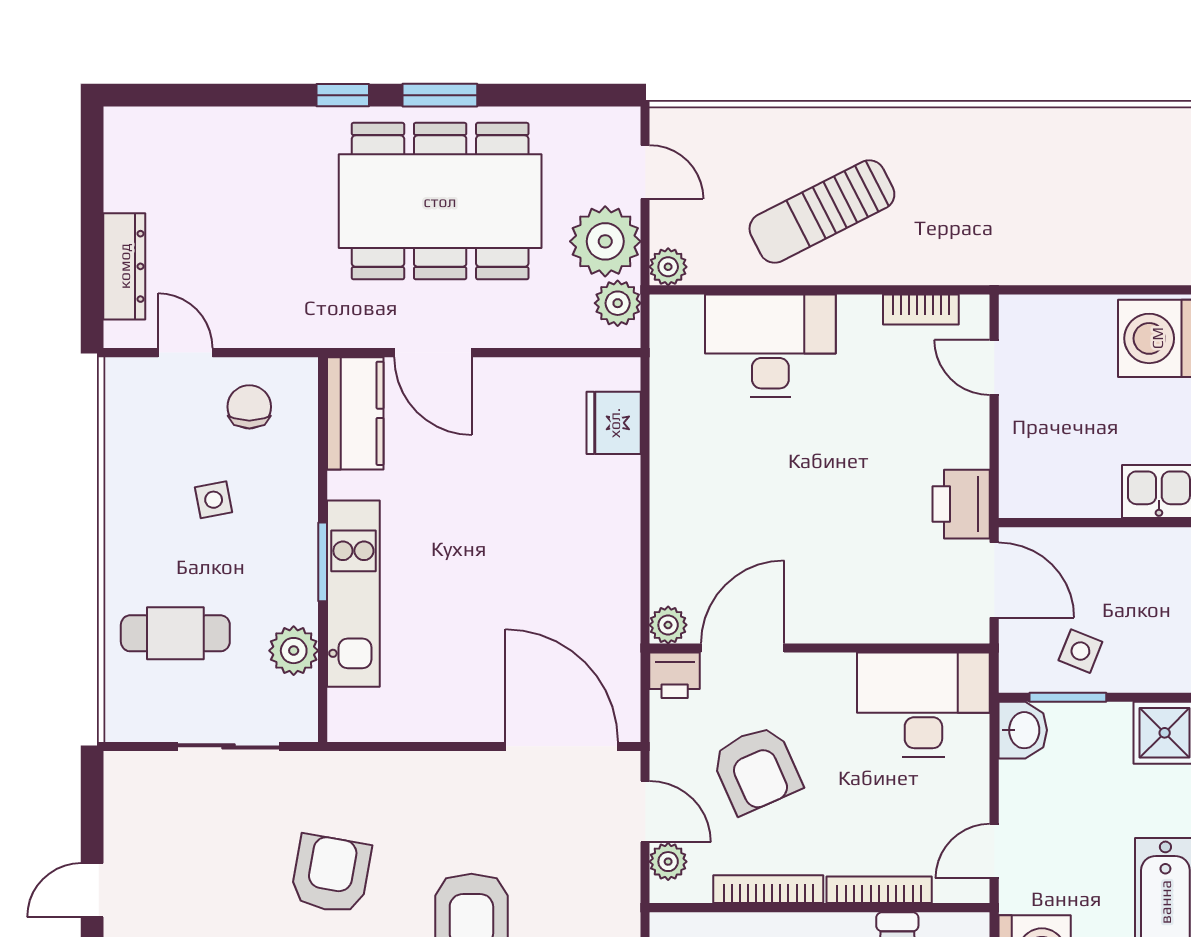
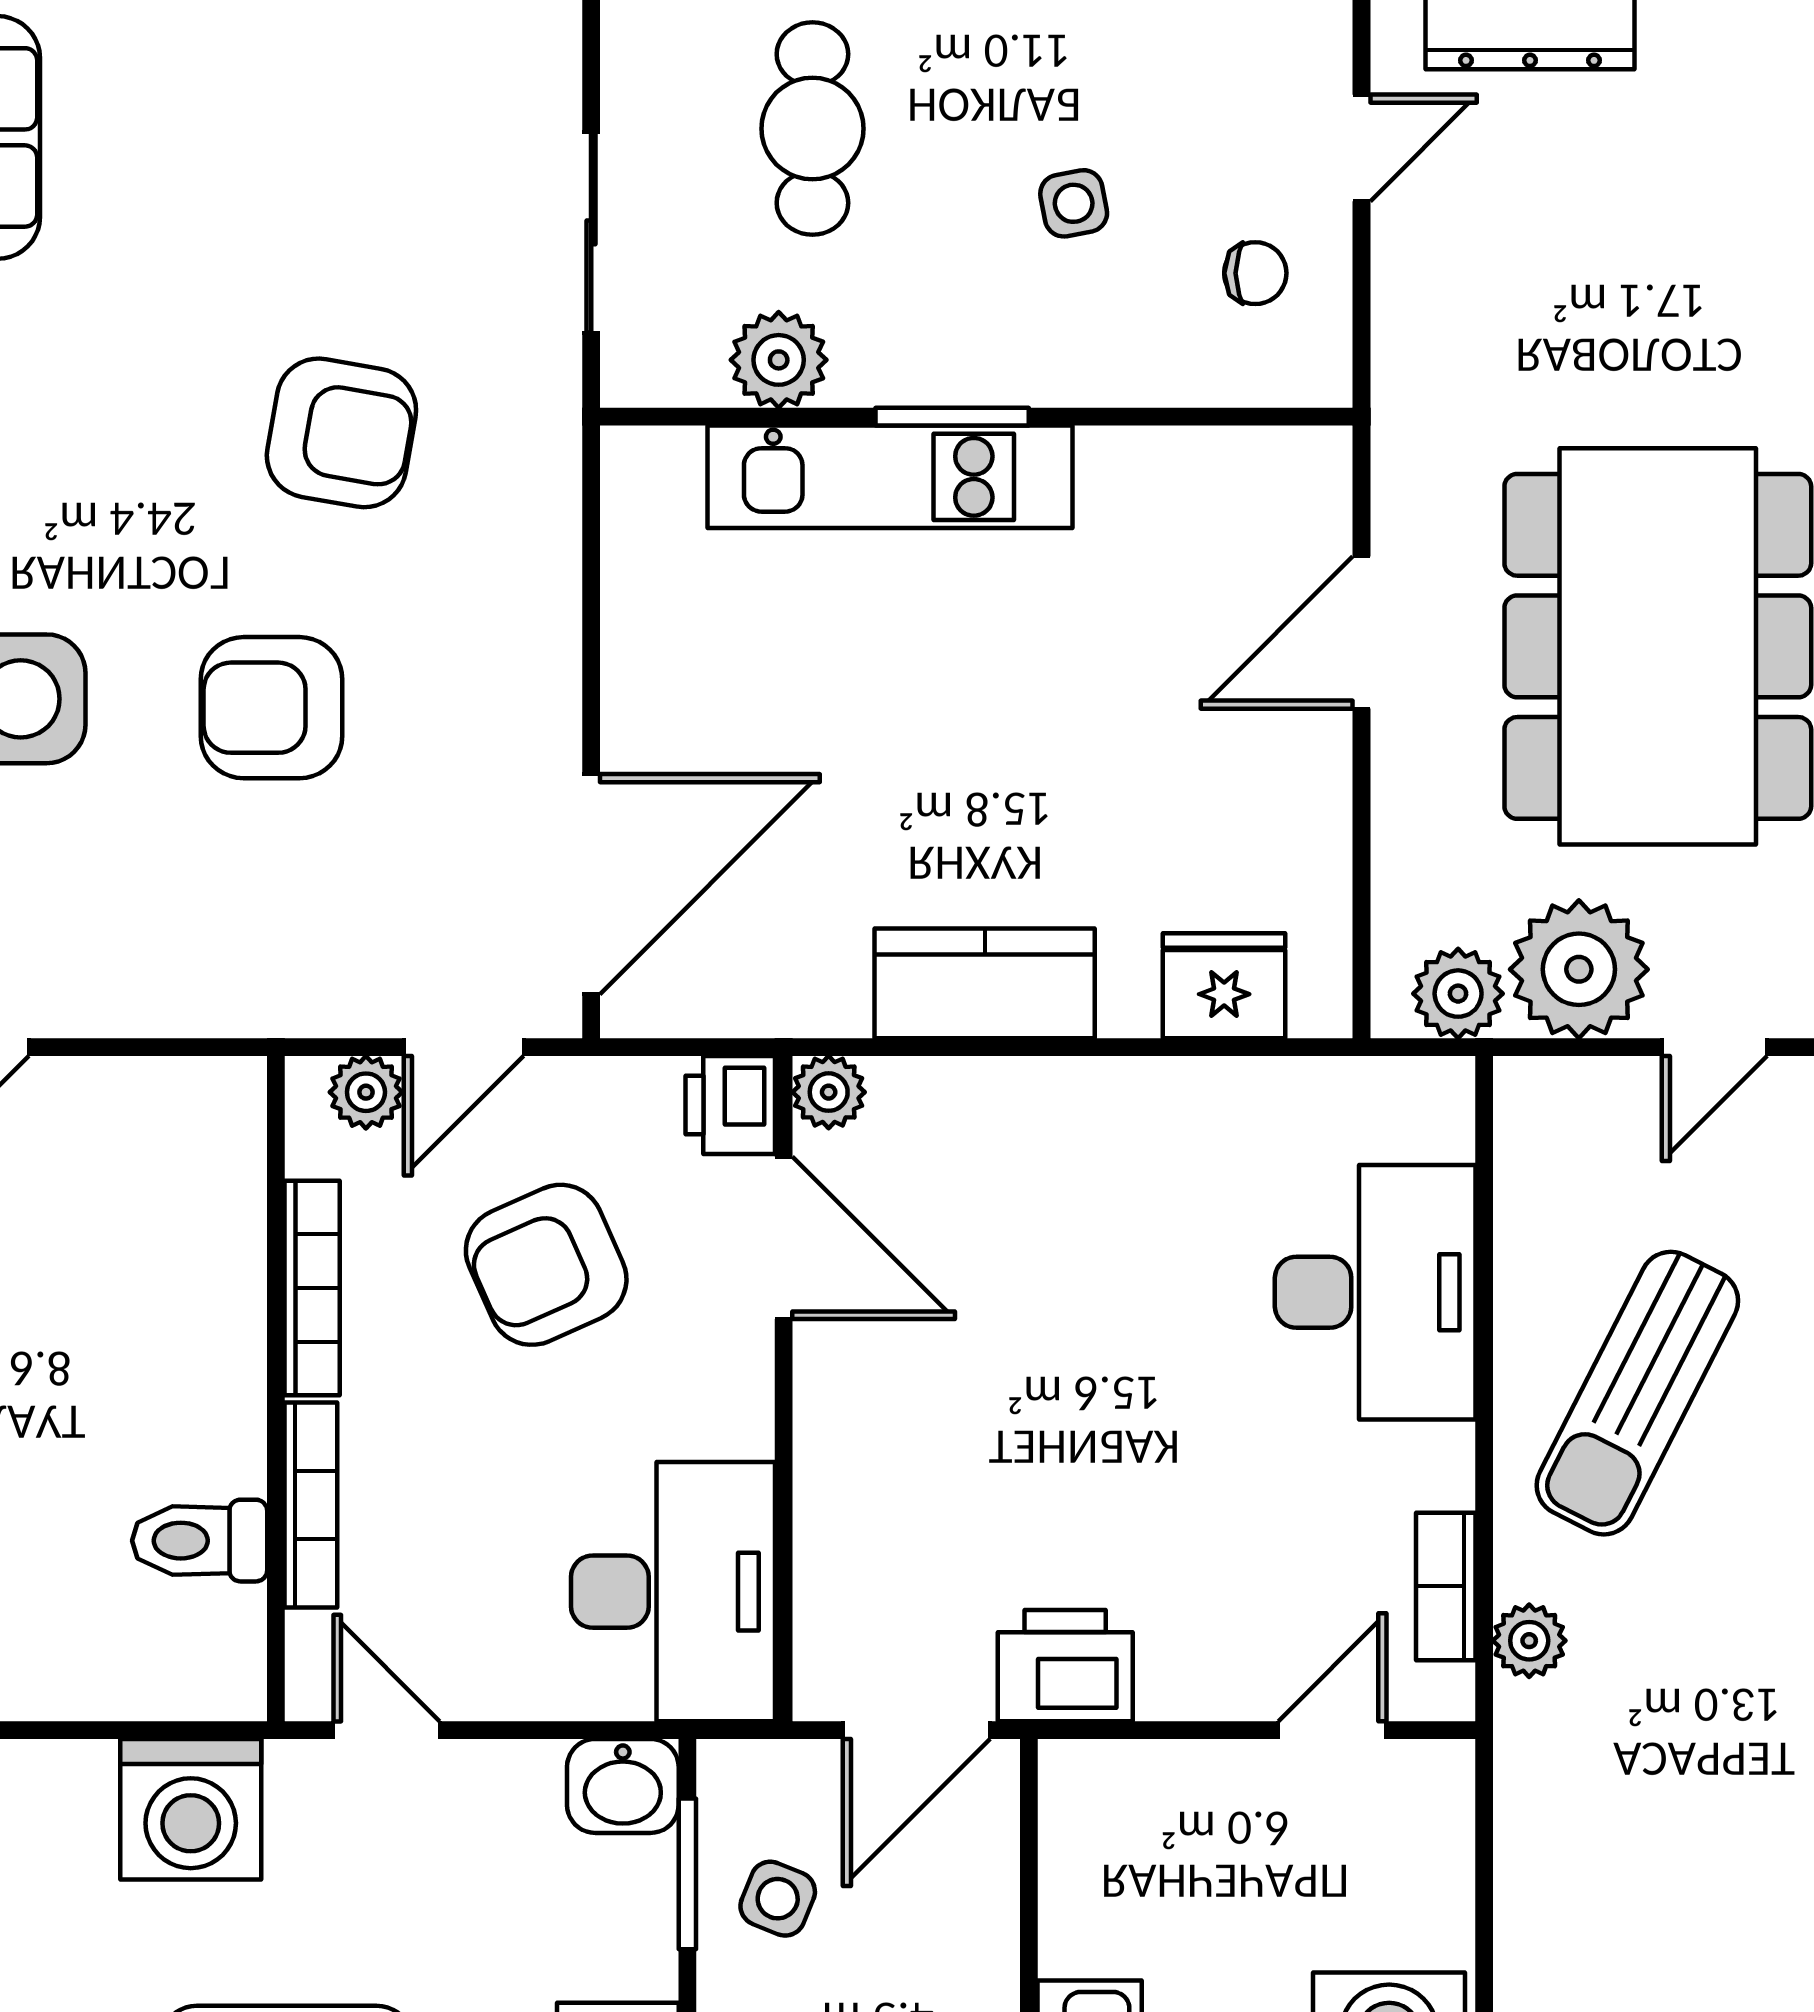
sun lounger: (822, 211) -> (1637, 1393), turned -126
plant: (668, 267) -> (1529, 1641), moved
chair: (249, 407) -> (1255, 273), width x0.73, depth x0.73
kitchen counter: (355, 413) -> (985, 983), moved, turned 180

